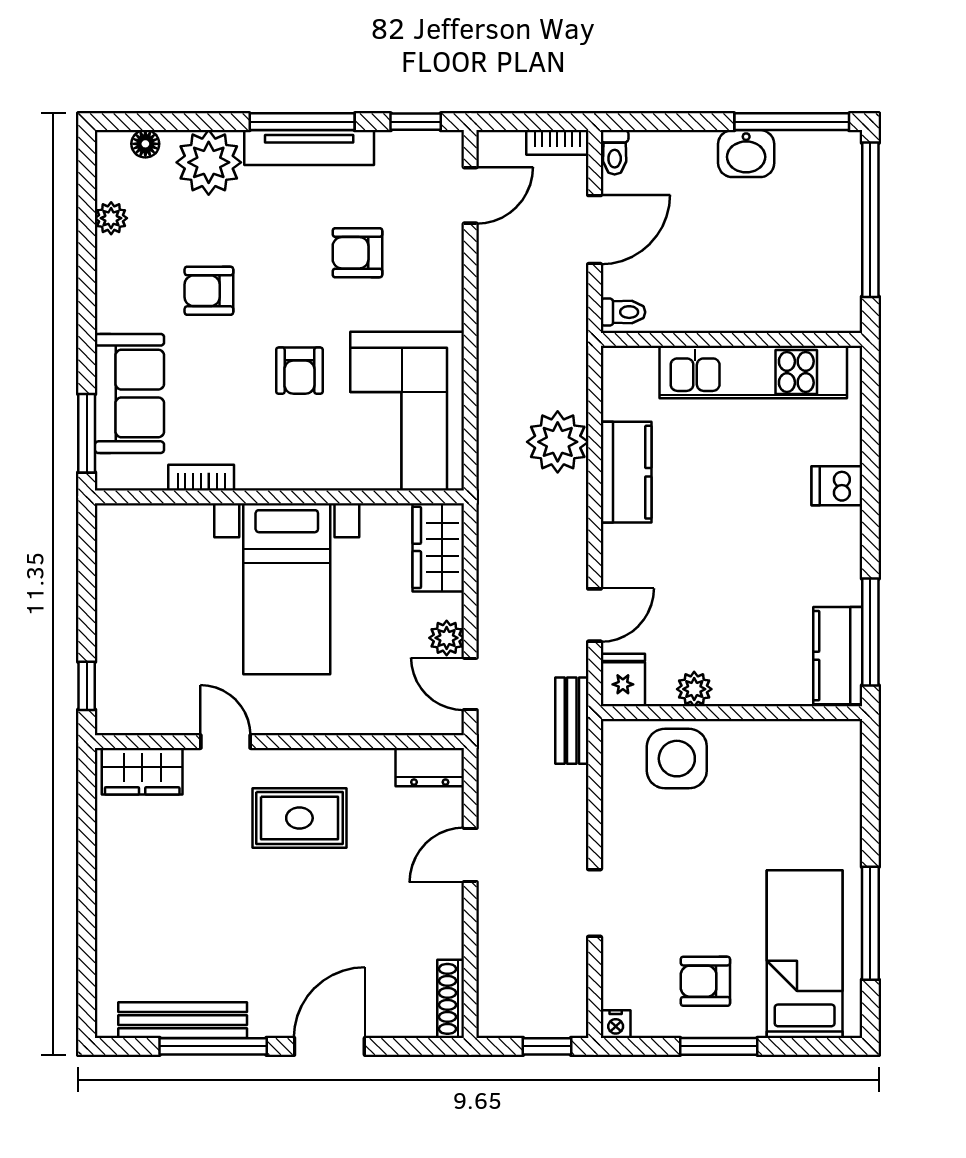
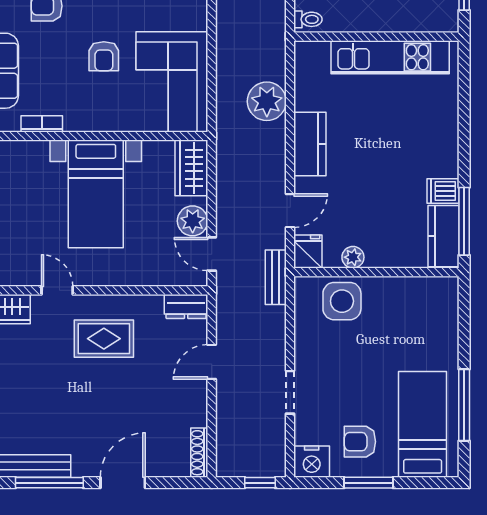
kitchen counter: (626, 472) -> (310, 144), moved
dishwasher: (837, 486) -> (443, 191), moved
plant: (447, 638) -> (193, 221), width x1.38, depth x1.38
nightstand: (616, 1024) -> (312, 462), width x1.89, depth x1.79

